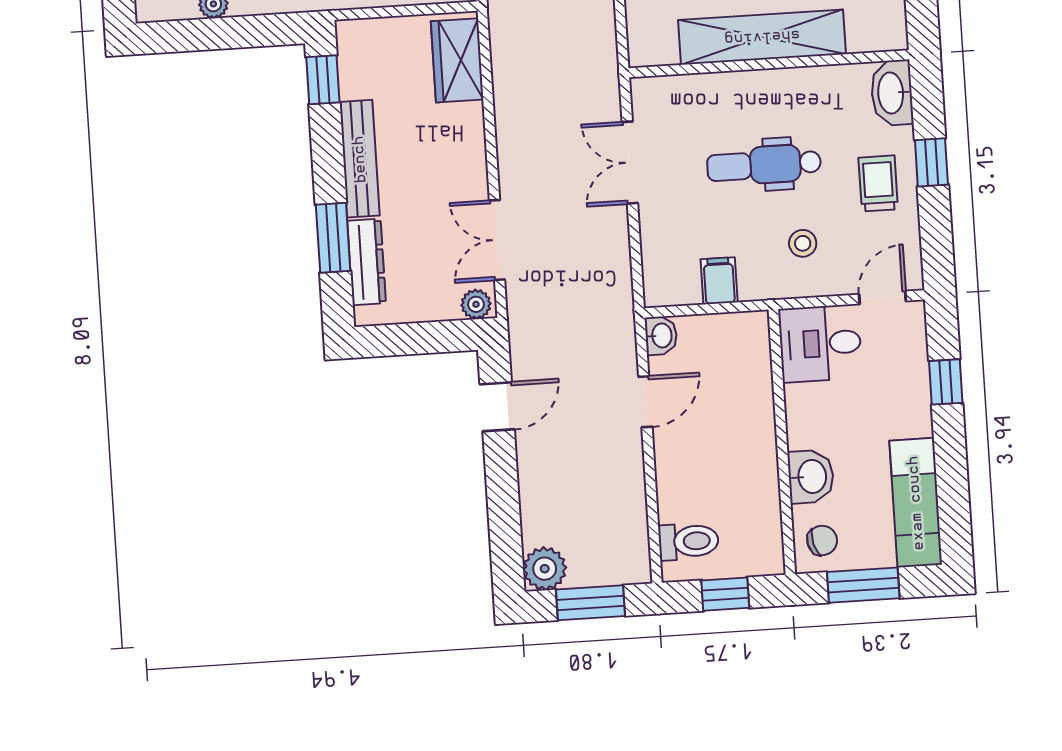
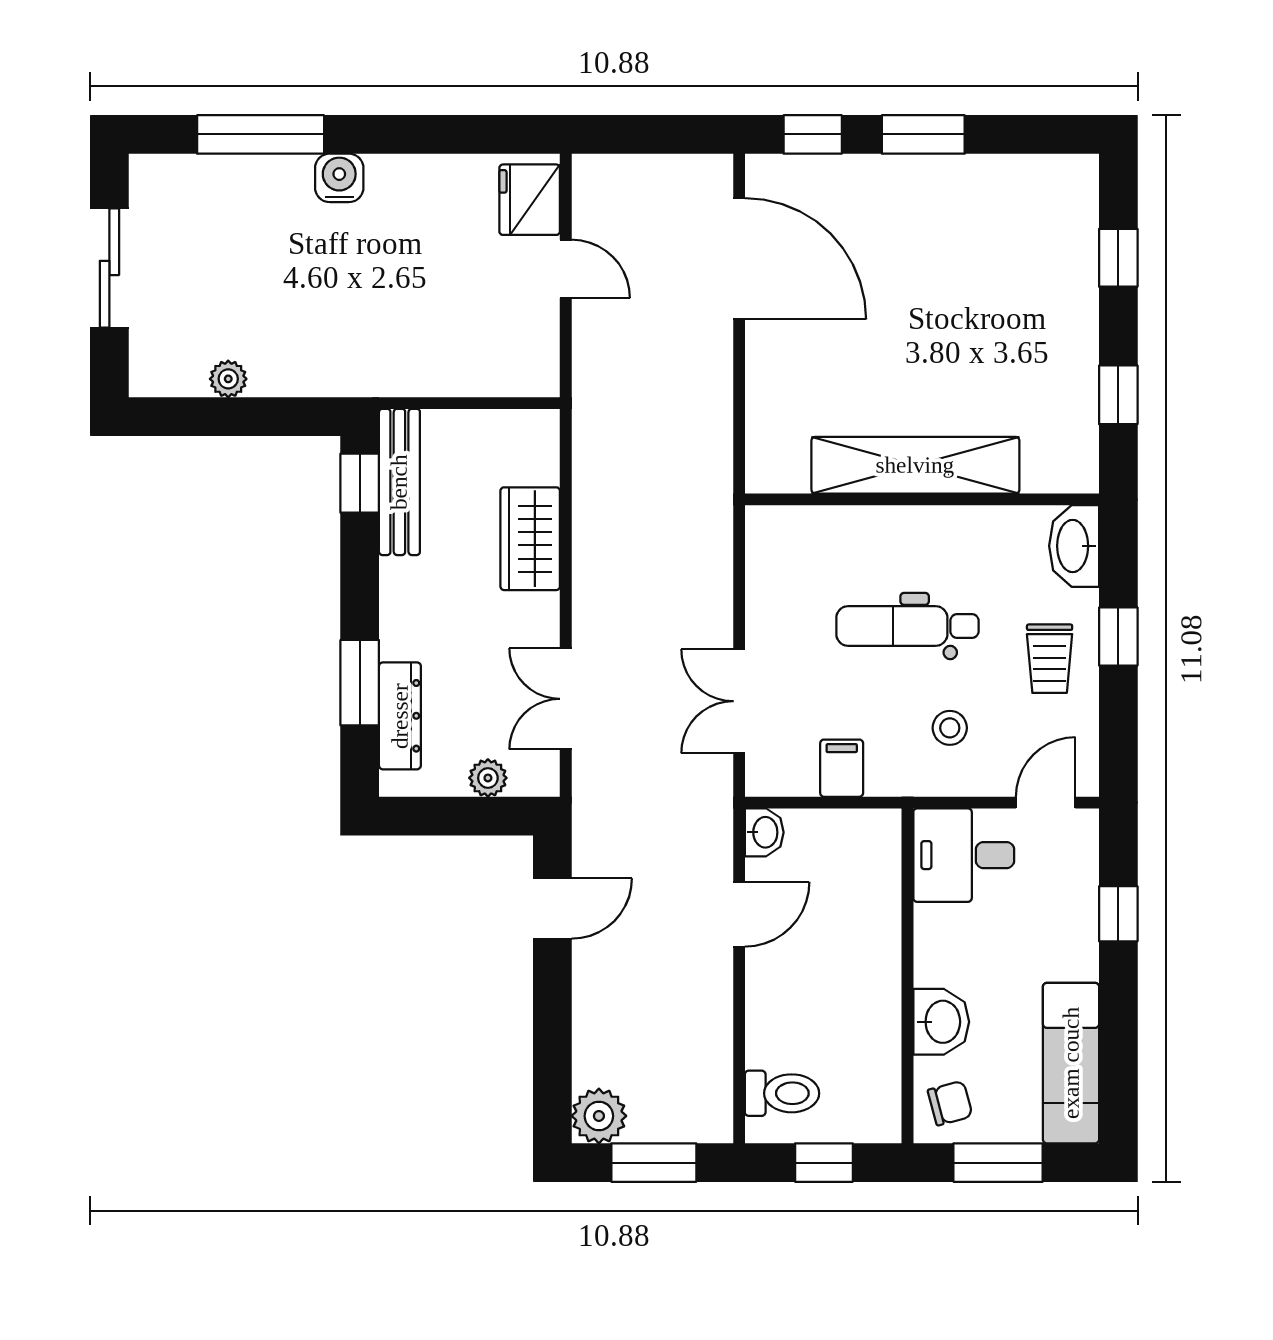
wardrobe: (457, 60) -> (530, 539), moved
bench: (360, 159) -> (399, 482), moved
double door: (630, 163) -> (739, 701), moved
trolley: (878, 183) -> (1050, 659), turned 180
plant: (476, 304) -> (488, 778), moved

